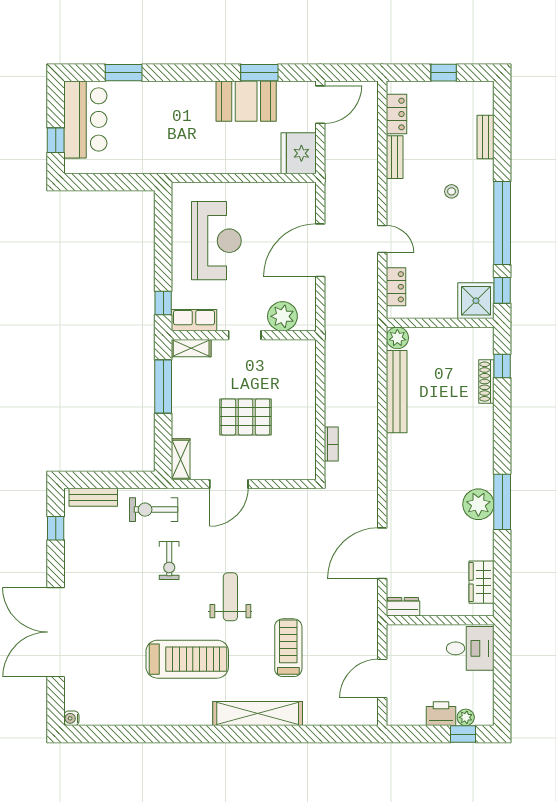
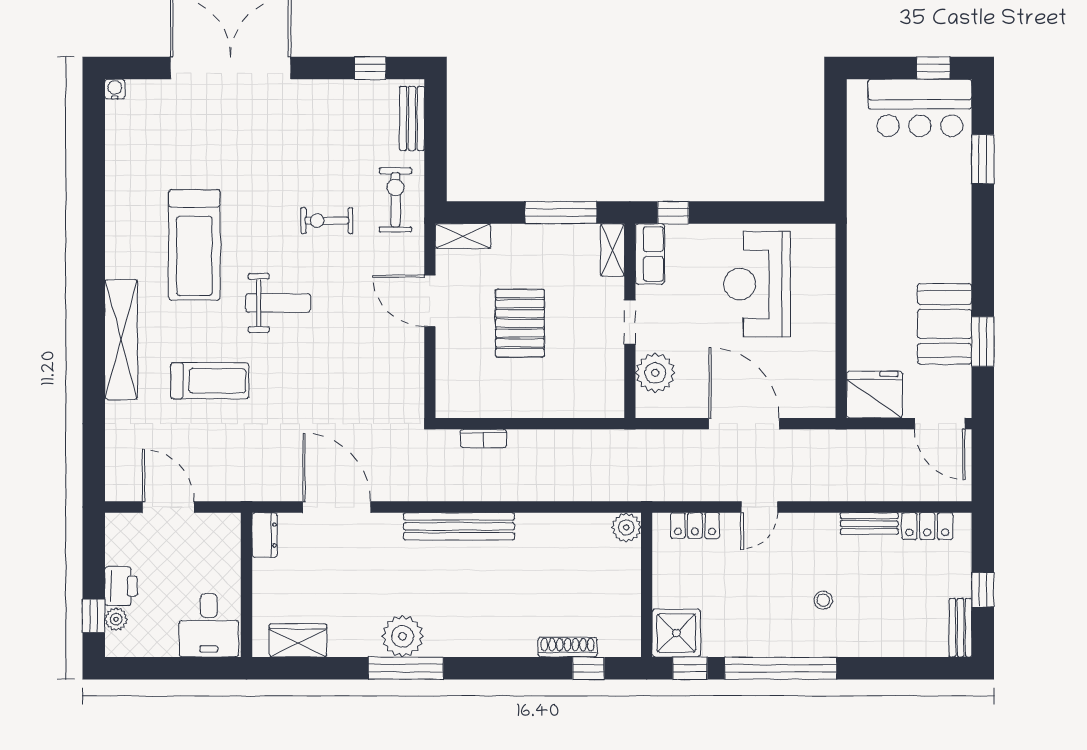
bench: (485, 137) -> (960, 628), moved, turned 90
window: (56, 140) -> (933, 68), moved
reception desk: (216, 241) -> (757, 284), turned 90
bench: (397, 392) -> (459, 526), moved

